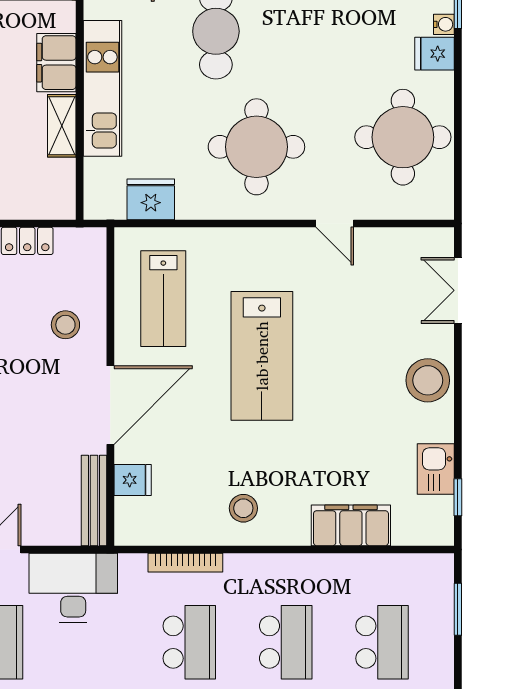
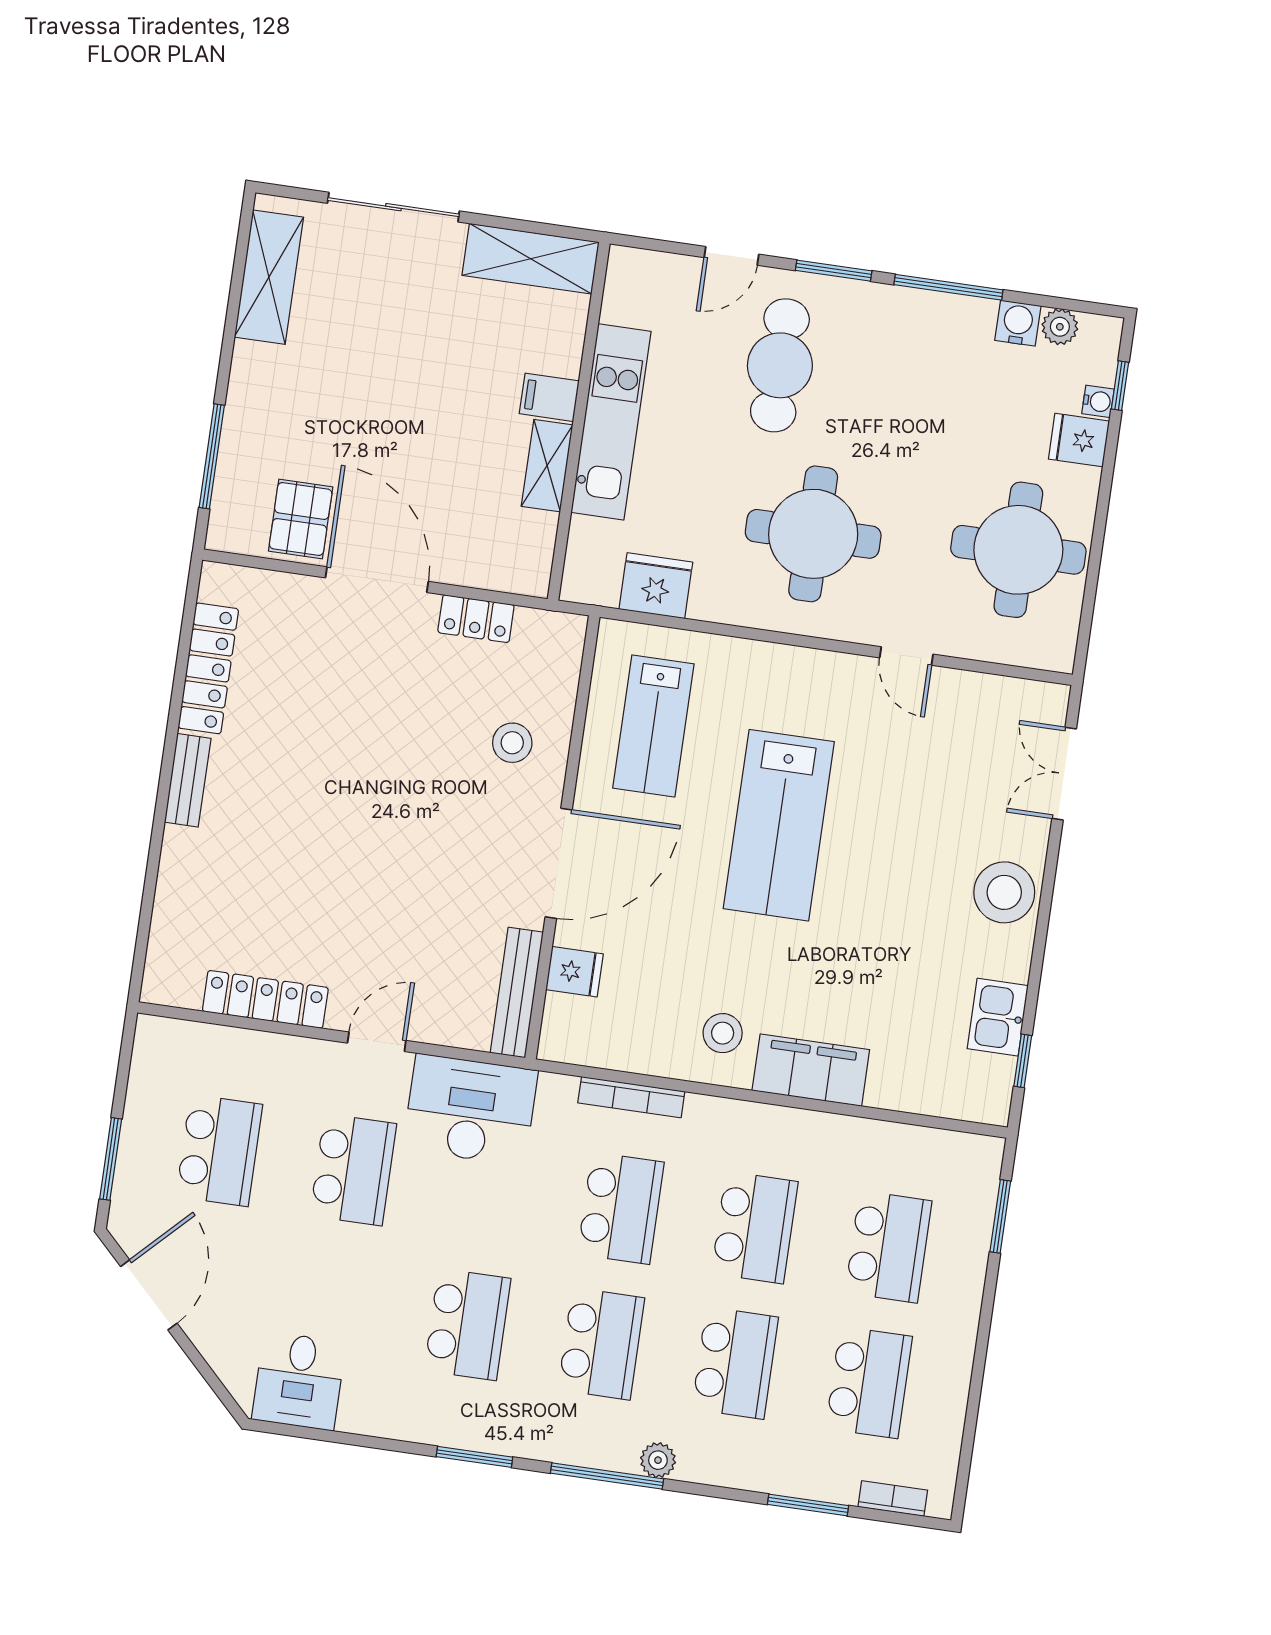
filing cabinet: (56, 63) -> (549, 397), width x0.50
filing cabinet: (351, 525) -> (811, 1070), moved

